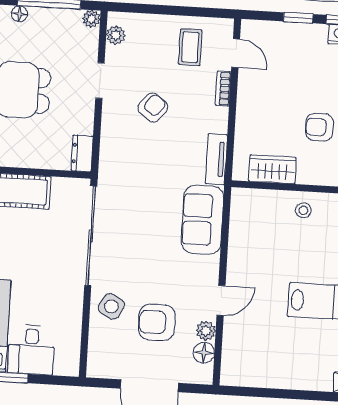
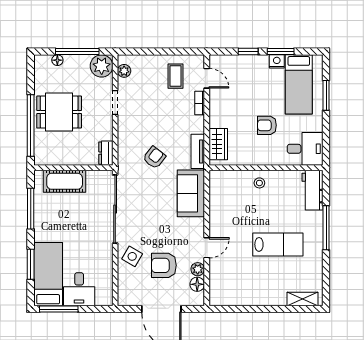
plant: (91, 19) -> (102, 66), width x1.88, depth x1.88
armchair: (153, 107) -> (154, 157), moved
wardrobe: (272, 169) -> (218, 144), moved, turned 90

